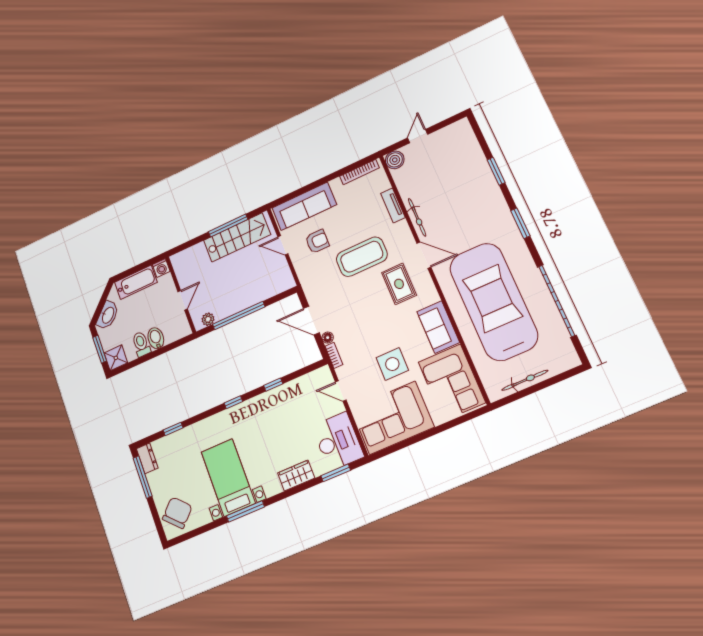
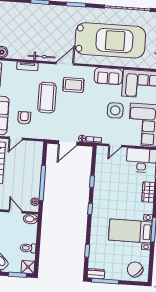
car: (493, 302) -> (110, 40), turned 180
bidet: (156, 338) -> (31, 219), moved

